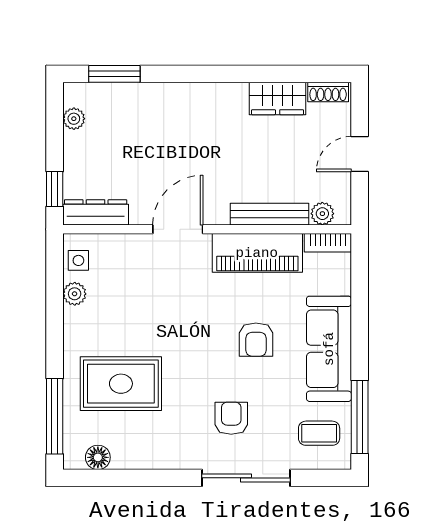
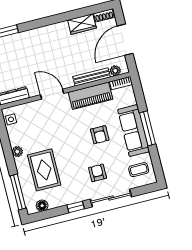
door: (360, 154) -> (125, 40), width x1.88
door: (178, 229) -> (52, 94), hinge flipped
plant: (75, 294) -> (17, 152), moved
rug: (121, 384) -> (44, 170), turned 90
window: (360, 417) -> (148, 128), moved
window: (167, 478) -> (76, 207), added

